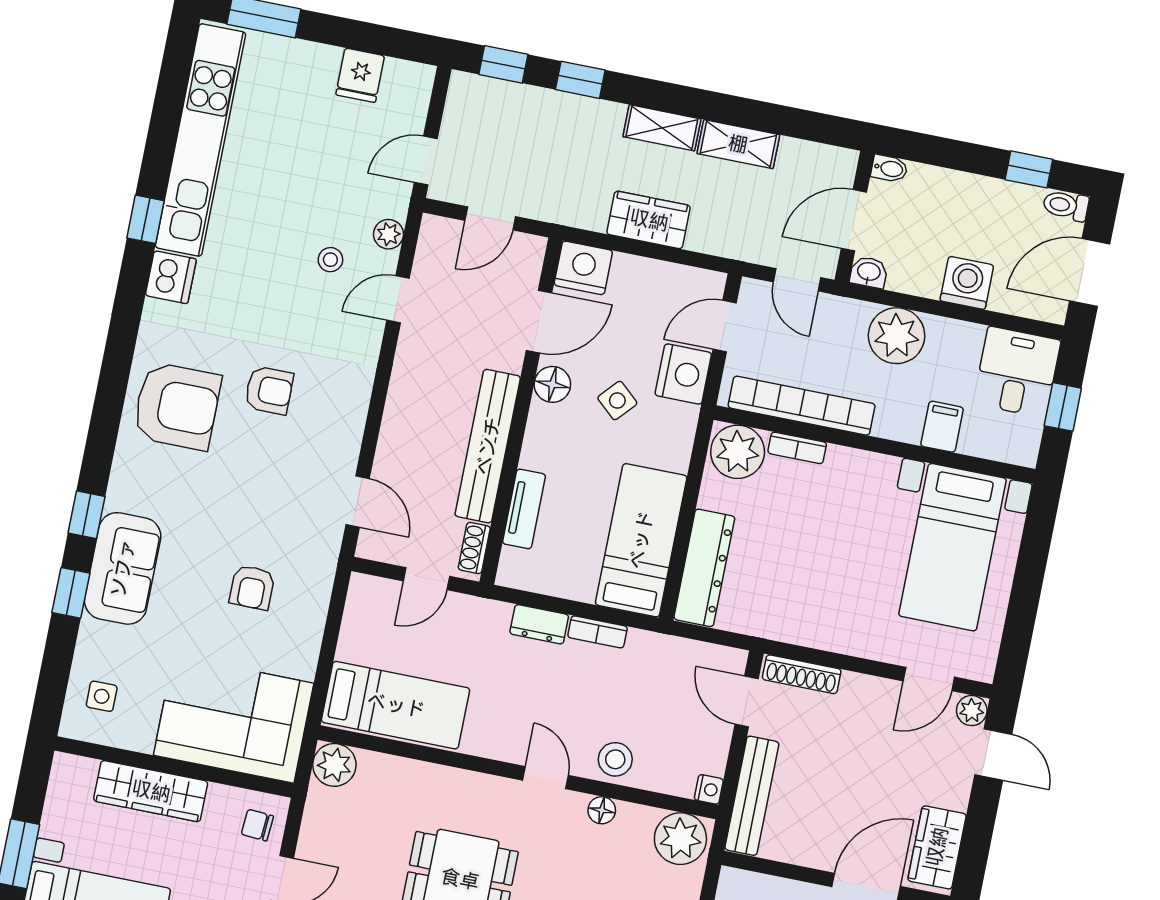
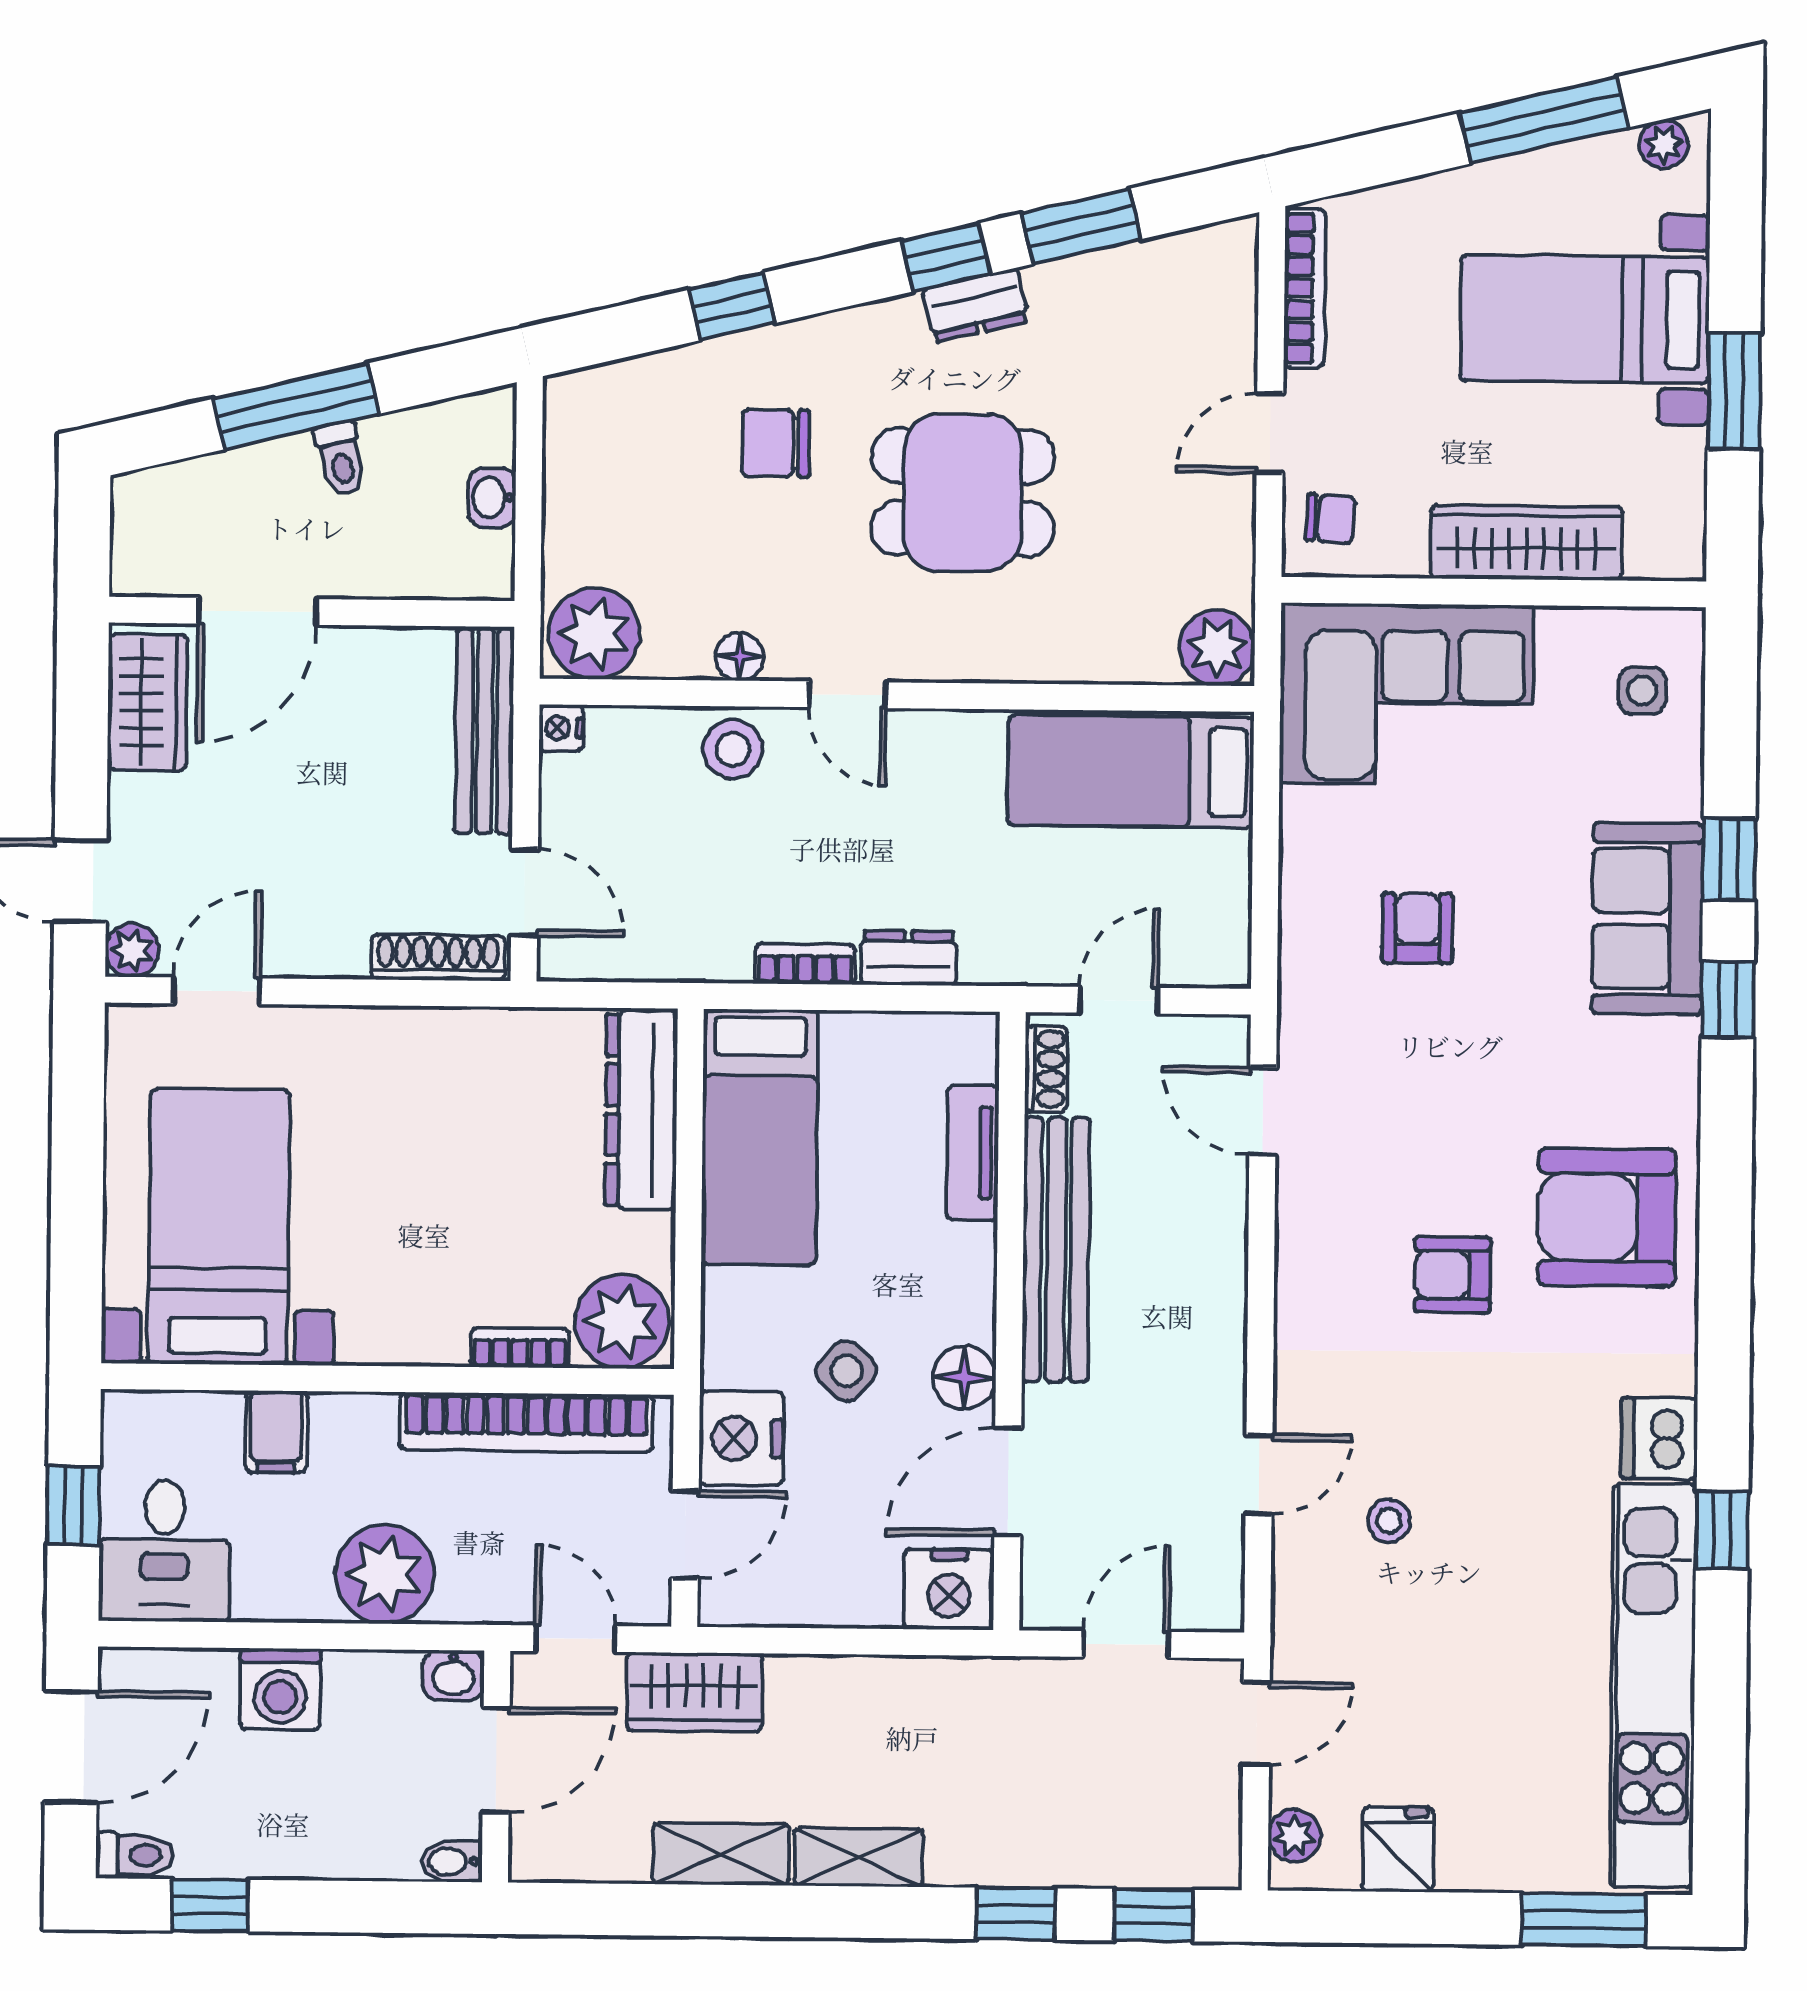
wardrobe: (649, 220) -> (694, 1692), moved
plant: (388, 234) -> (1294, 1836), moved

